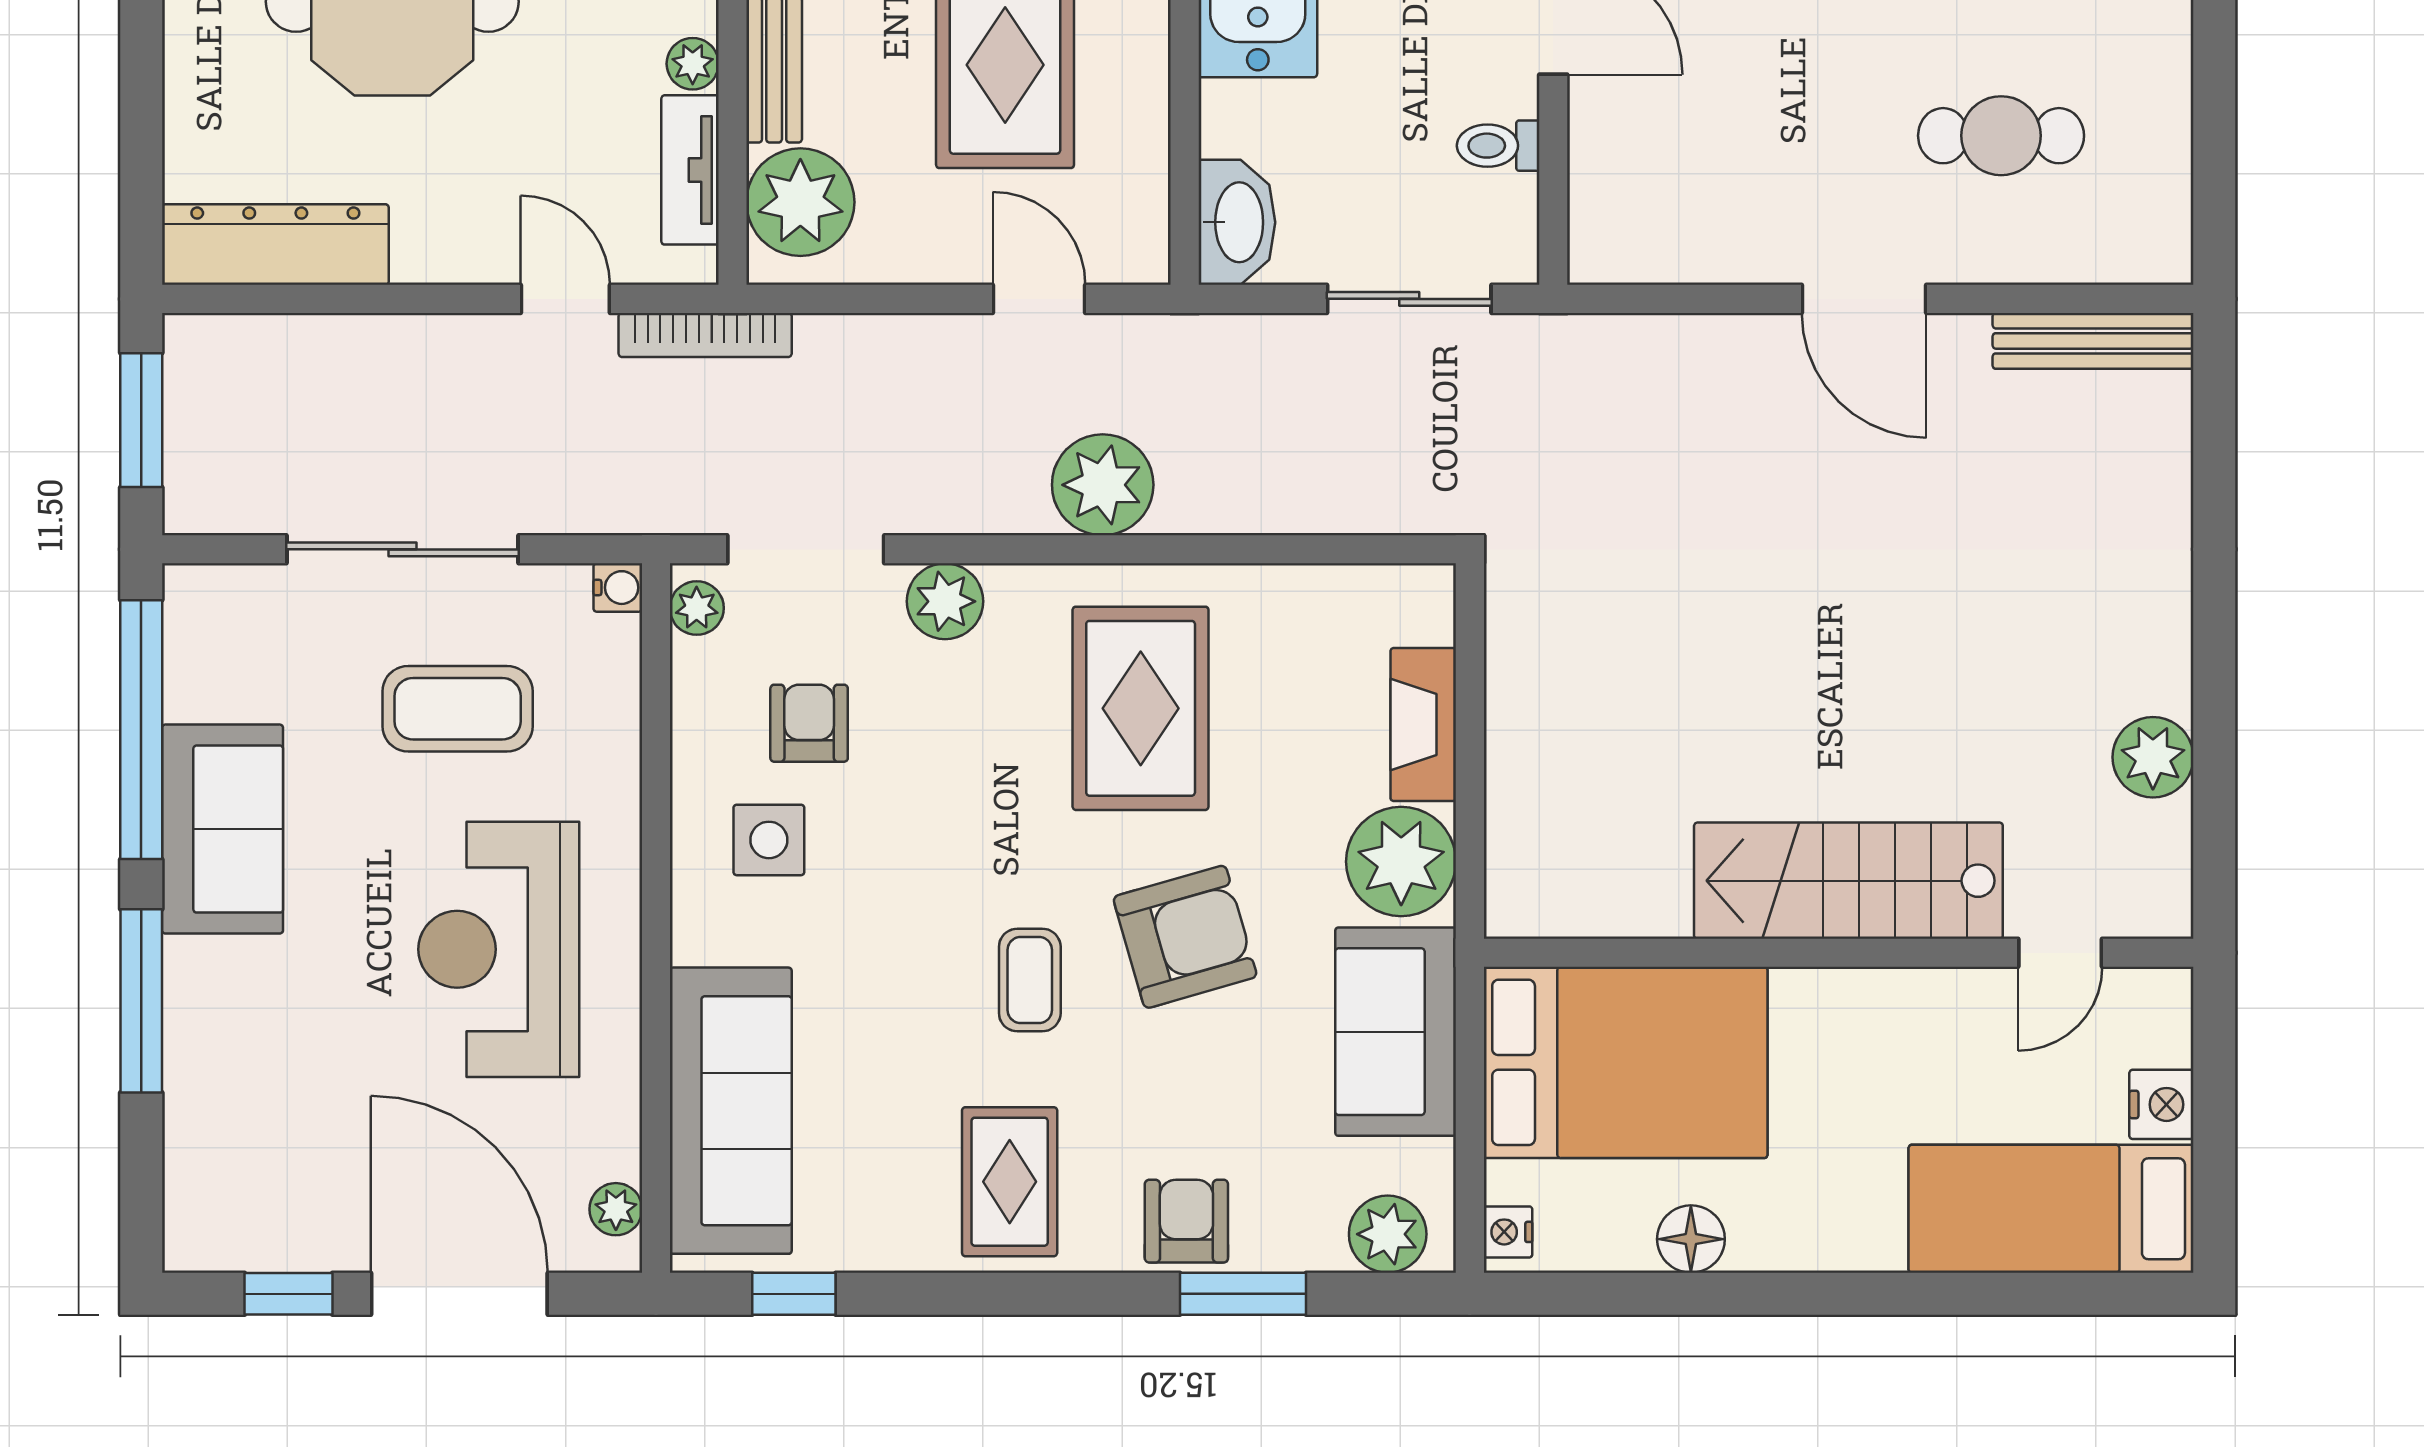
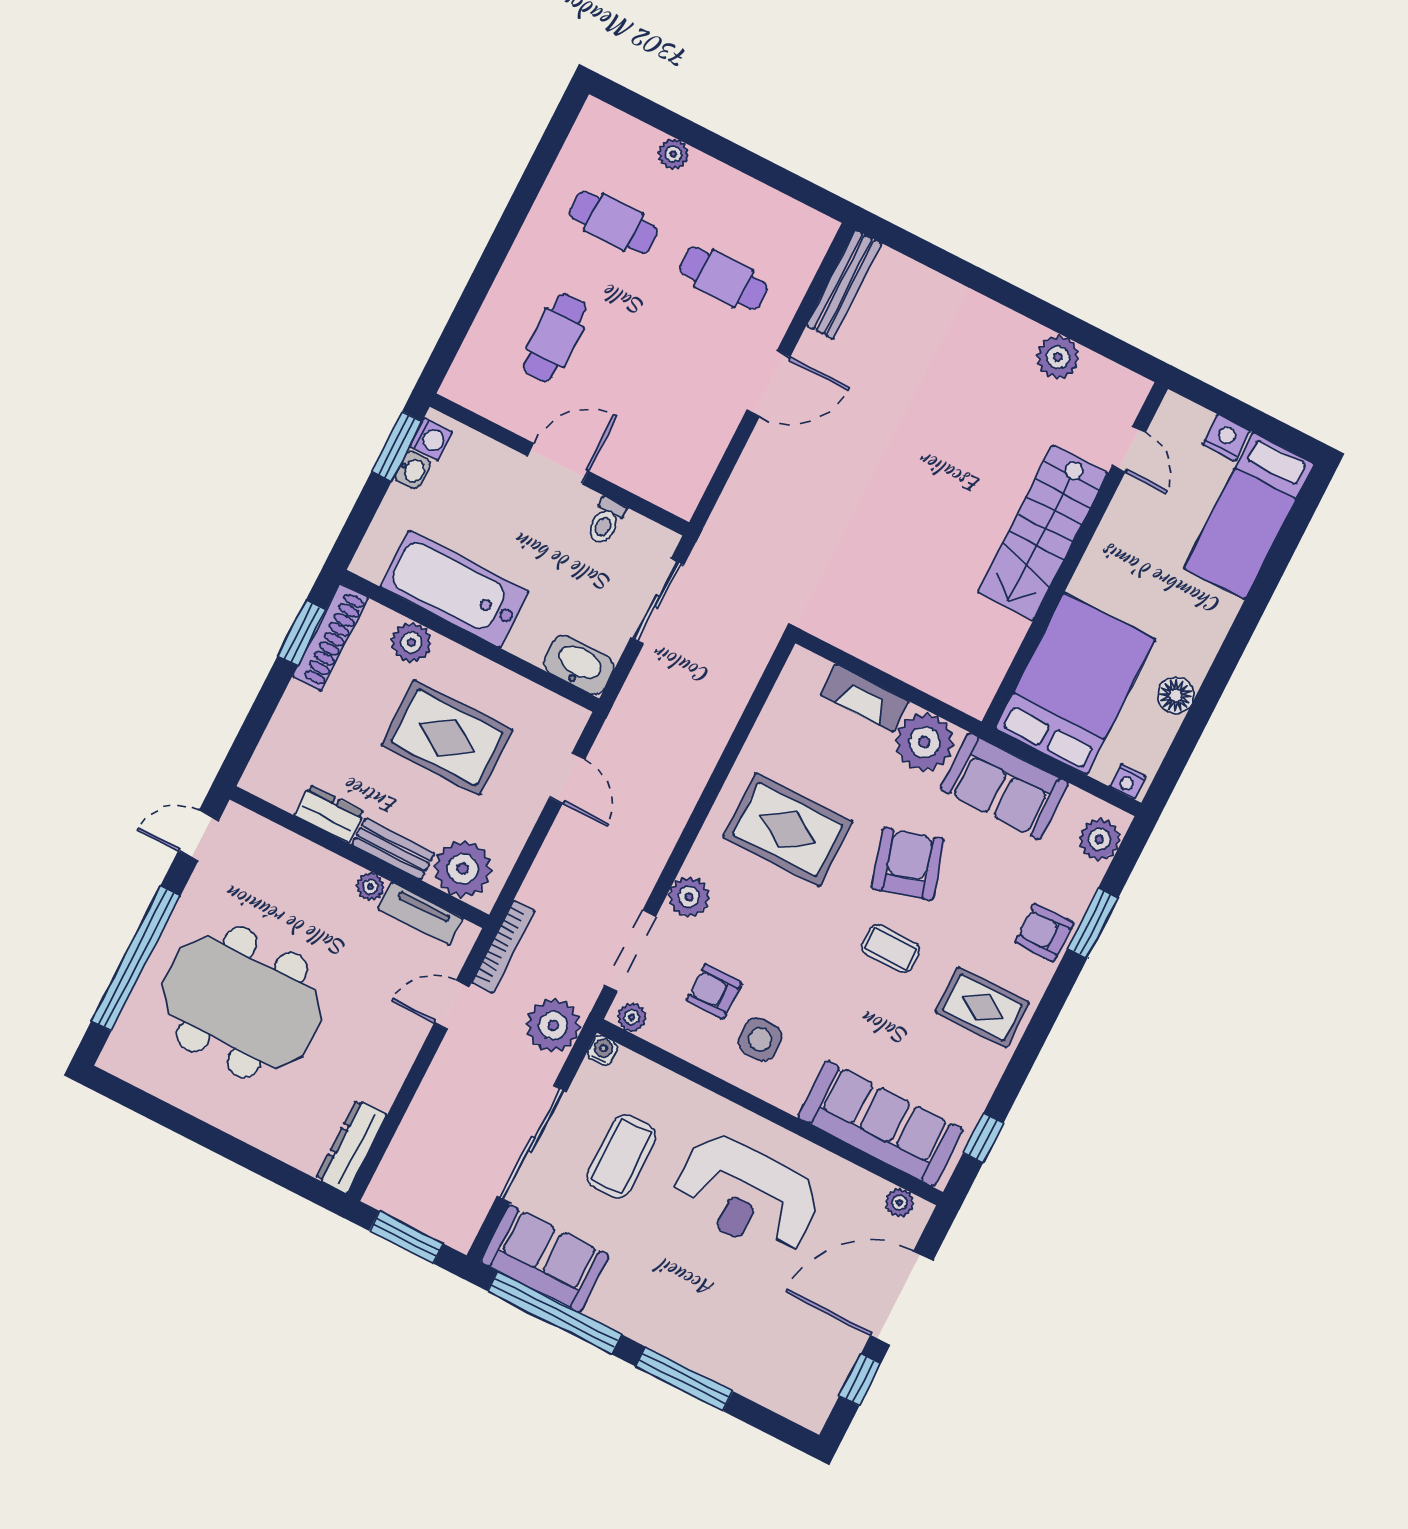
cafe table: (2001, 136) -> (724, 278), turned 90
dresser: (275, 245) -> (351, 1147), width x0.73, depth x0.80
door: (1039, 299) -> (567, 778), swing flipped
plant: (1103, 485) -> (553, 1025), moved
sofa: (223, 829) -> (545, 1259), moved

